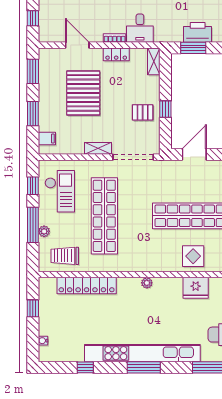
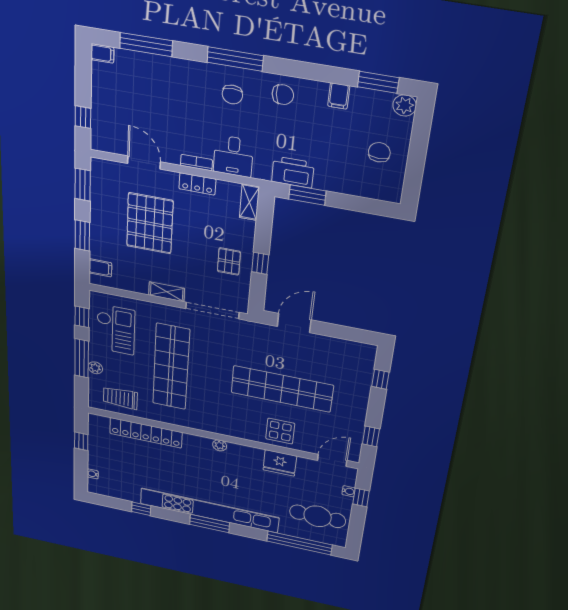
printer: (198, 32) -> (293, 172), moved
pallet: (143, 112) -> (229, 261), turned 90

